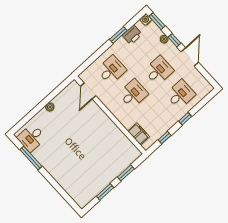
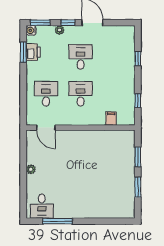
window: (118, 35) -> (23, 52), moved
desk: (180, 94) -> (115, 57), removed
window: (185, 119) -> (138, 59), moved
filing cabinet: (139, 134) -> (111, 119), width x0.50

